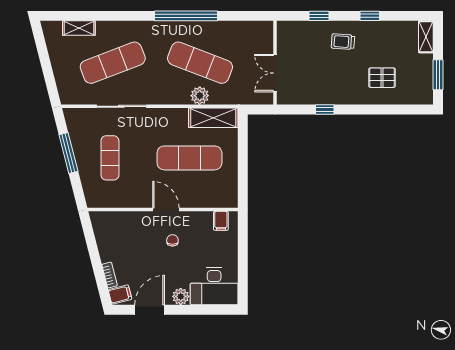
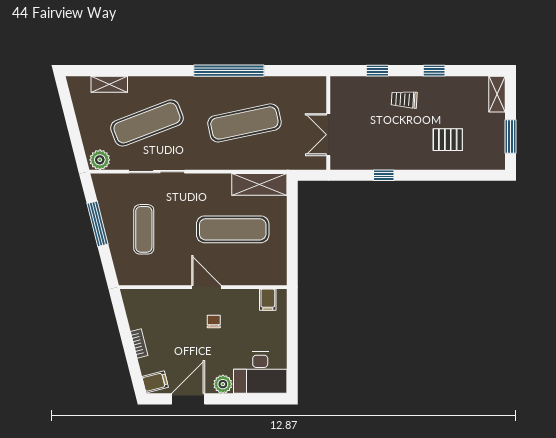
exercise mat: (200, 63) -> (244, 123), turned -33
plant: (200, 96) -> (100, 160), moved
bookcase: (110, 275) -> (139, 343), moved

